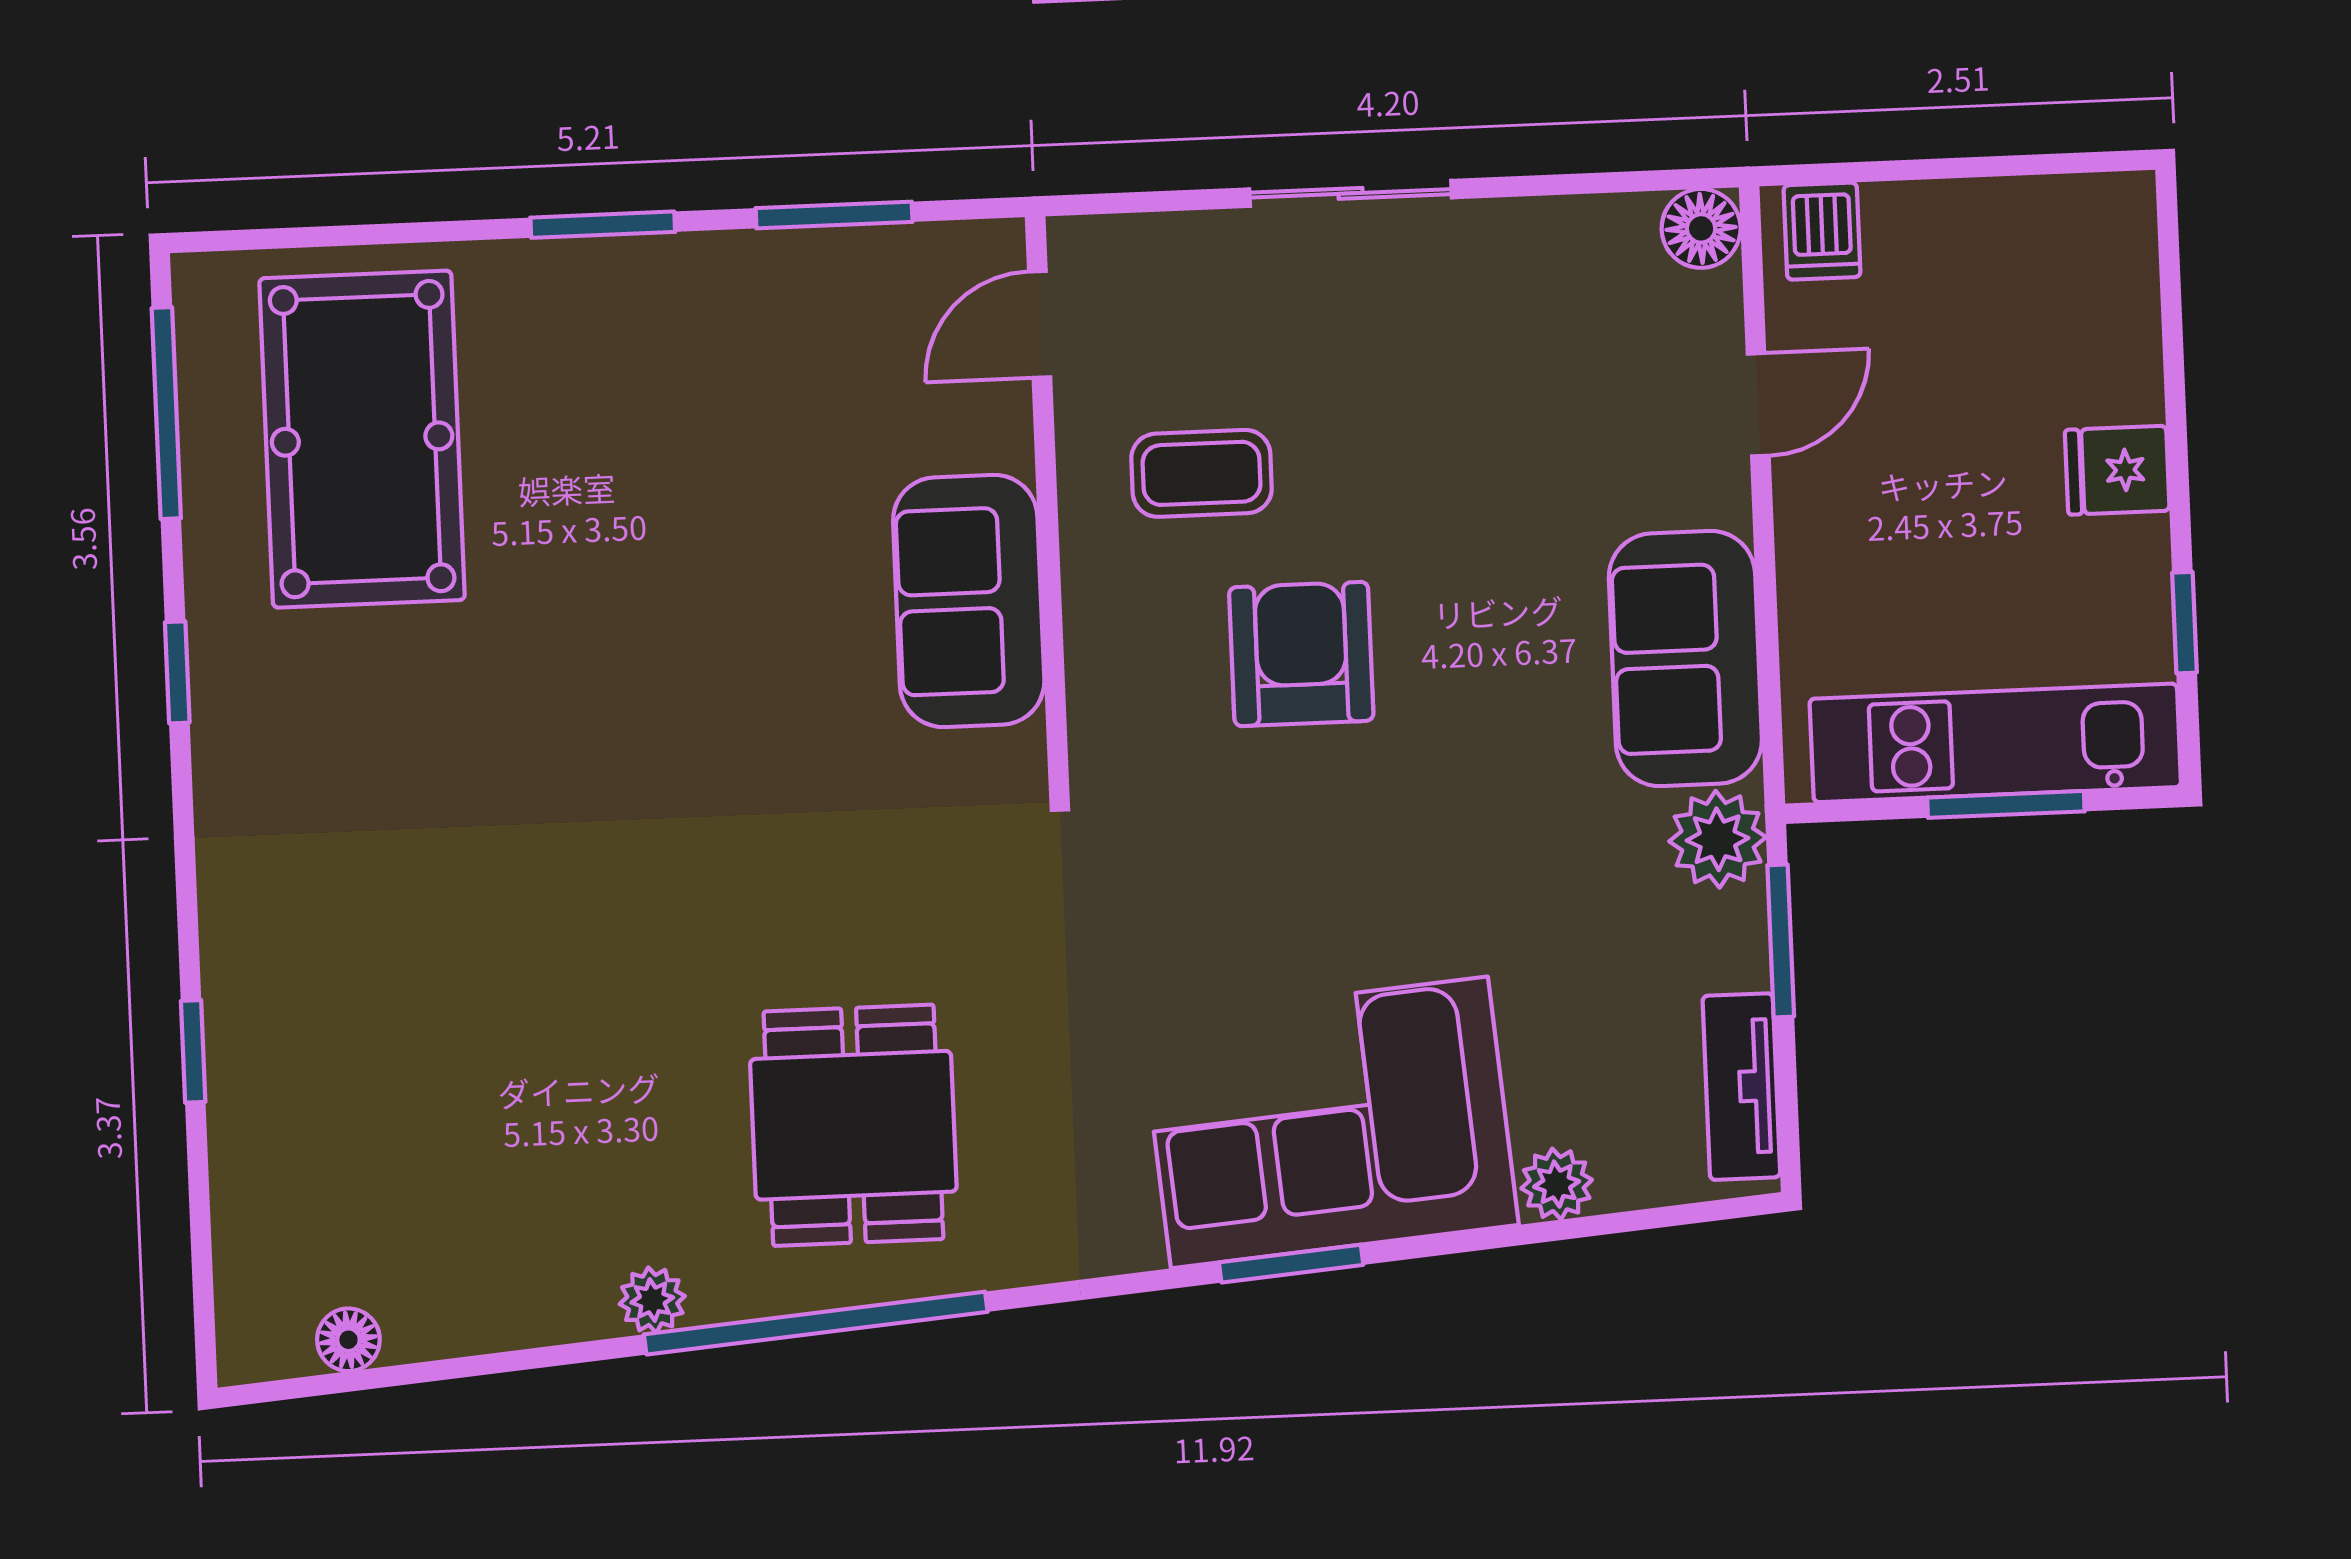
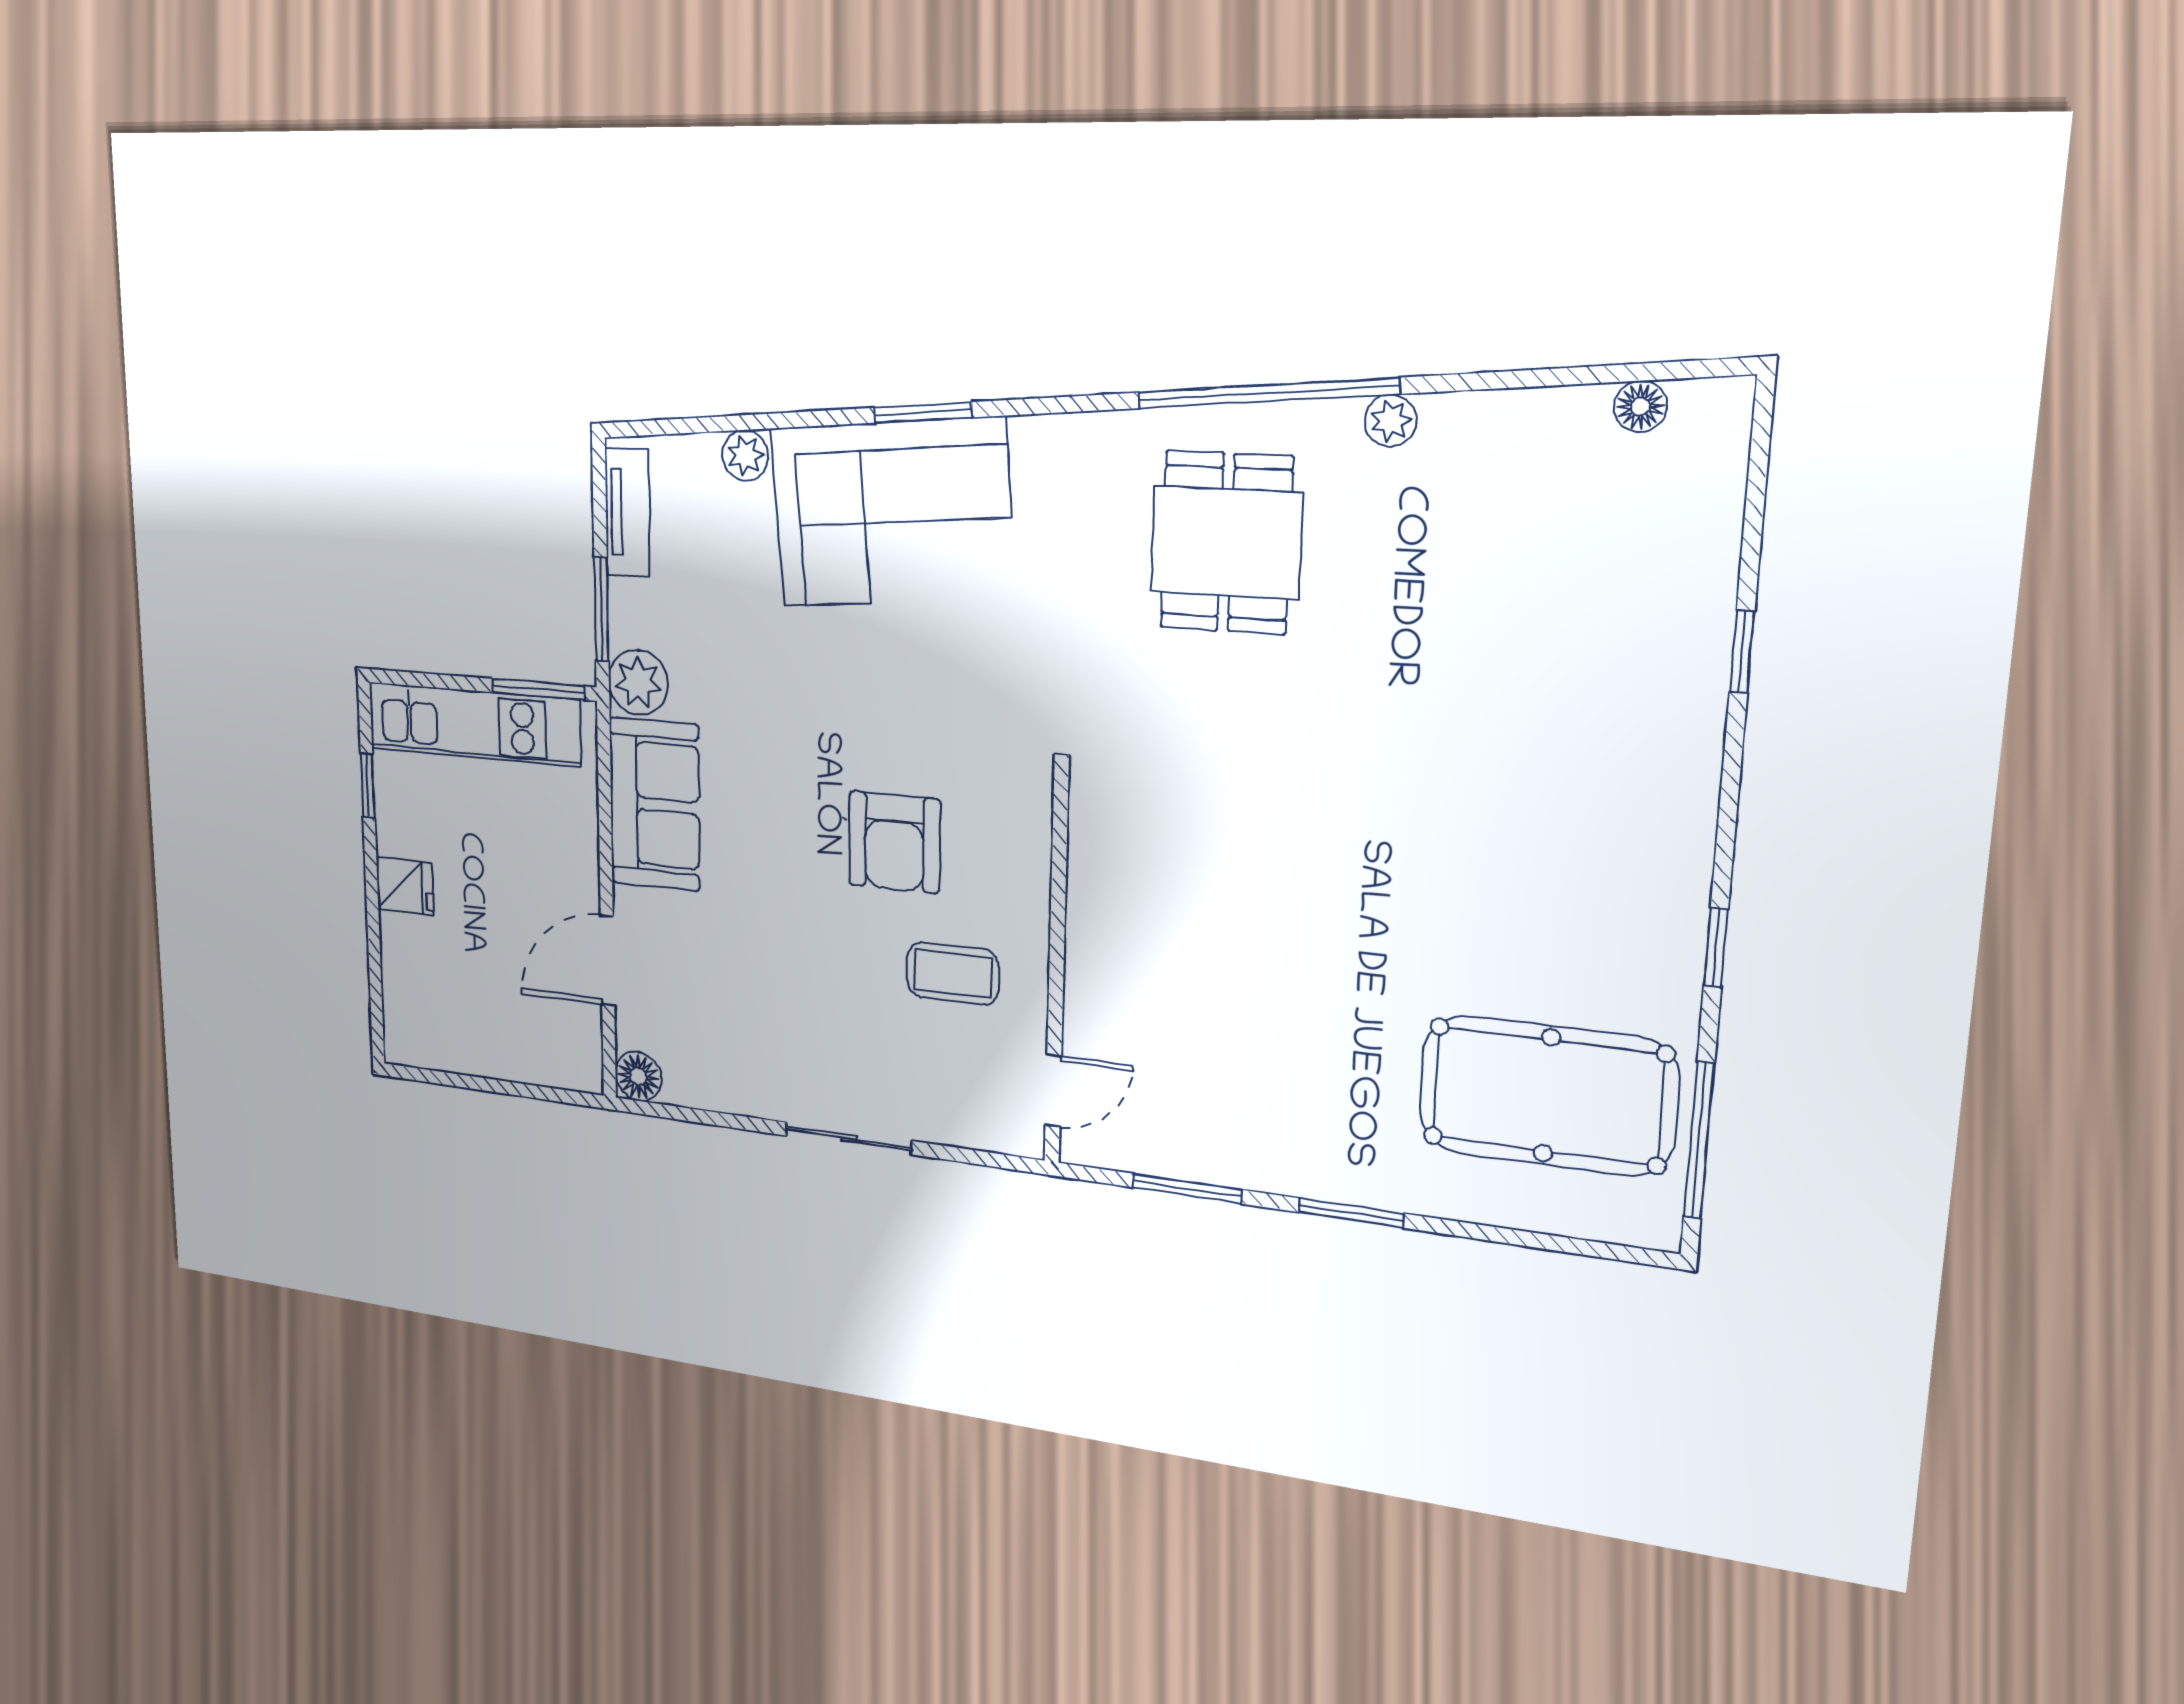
dishwasher: (1822, 231) -> (569, 1062), removed
door: (1758, 405) -> (608, 960), width x1.37
pool table: (362, 439) -> (1547, 1096), turned 90
sofa: (969, 601) -> (1115, 911), removed
window: (2006, 804) -> (538, 689), moved

